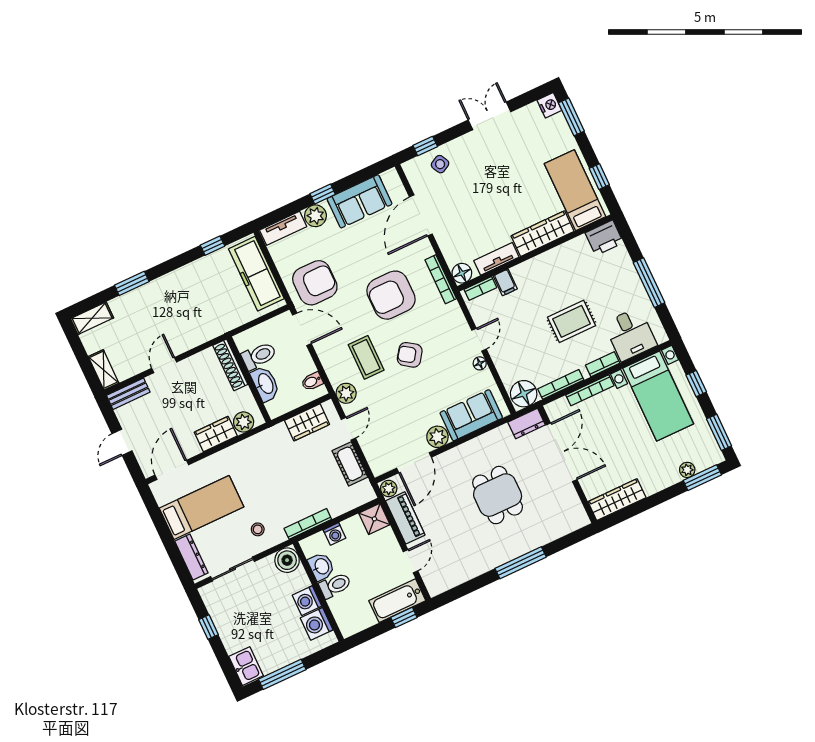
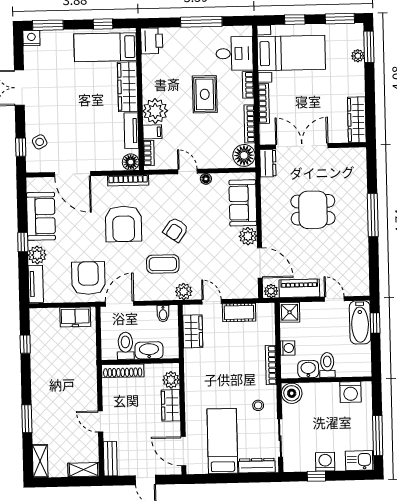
freezer: (256, 274) -> (75, 317), width x0.52, depth x0.79
plant: (529, 275) -> (155, 111), added
washing machine: (307, 601) -> (325, 462), moved, turned 180

